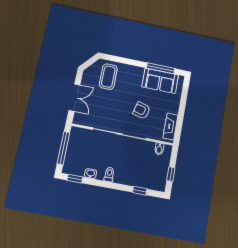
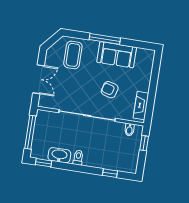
window: (161, 68) -> (105, 39), moved
sofa: (160, 81) -> (117, 55), moved
washbasin: (91, 174) -> (59, 155), width x1.91, depth x1.45
window: (171, 174) -> (144, 143), moved

